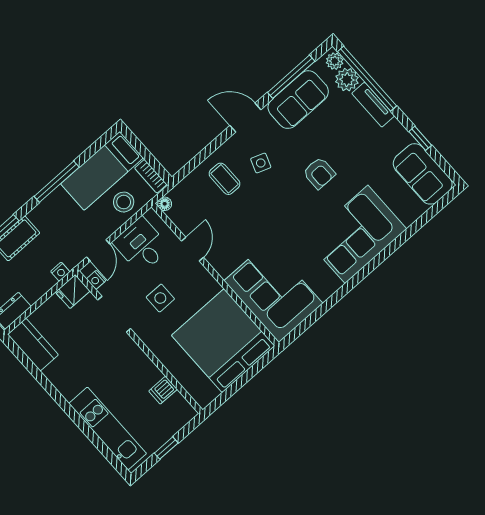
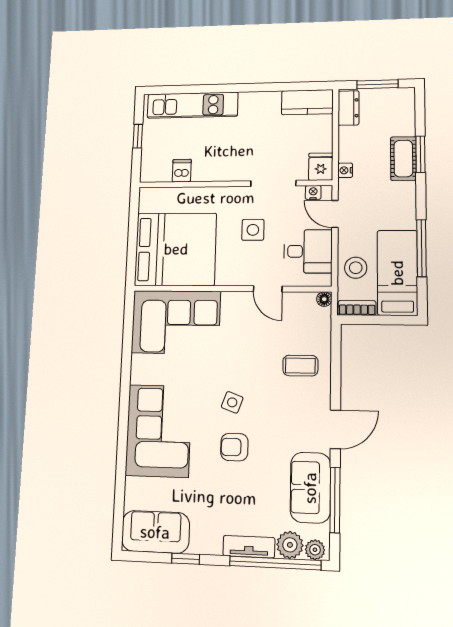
side table: (261, 163) -> (232, 402), moved
window: (57, 182) -> (422, 248), moved

